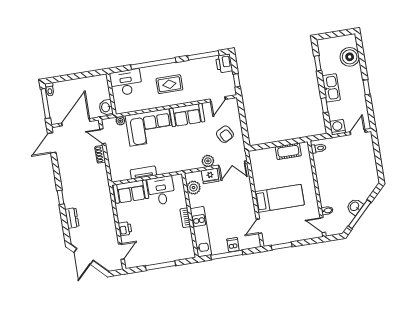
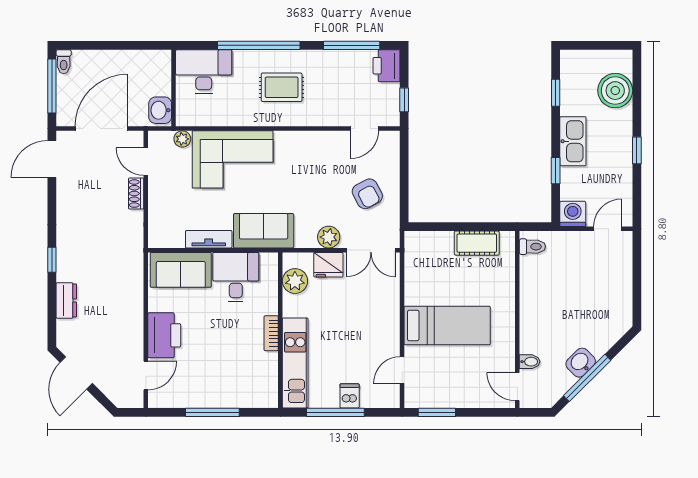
sofa: (187, 115) -> (264, 231), moved, turned 180
printer: (125, 229) -> (164, 335), width x1.87, depth x1.48

